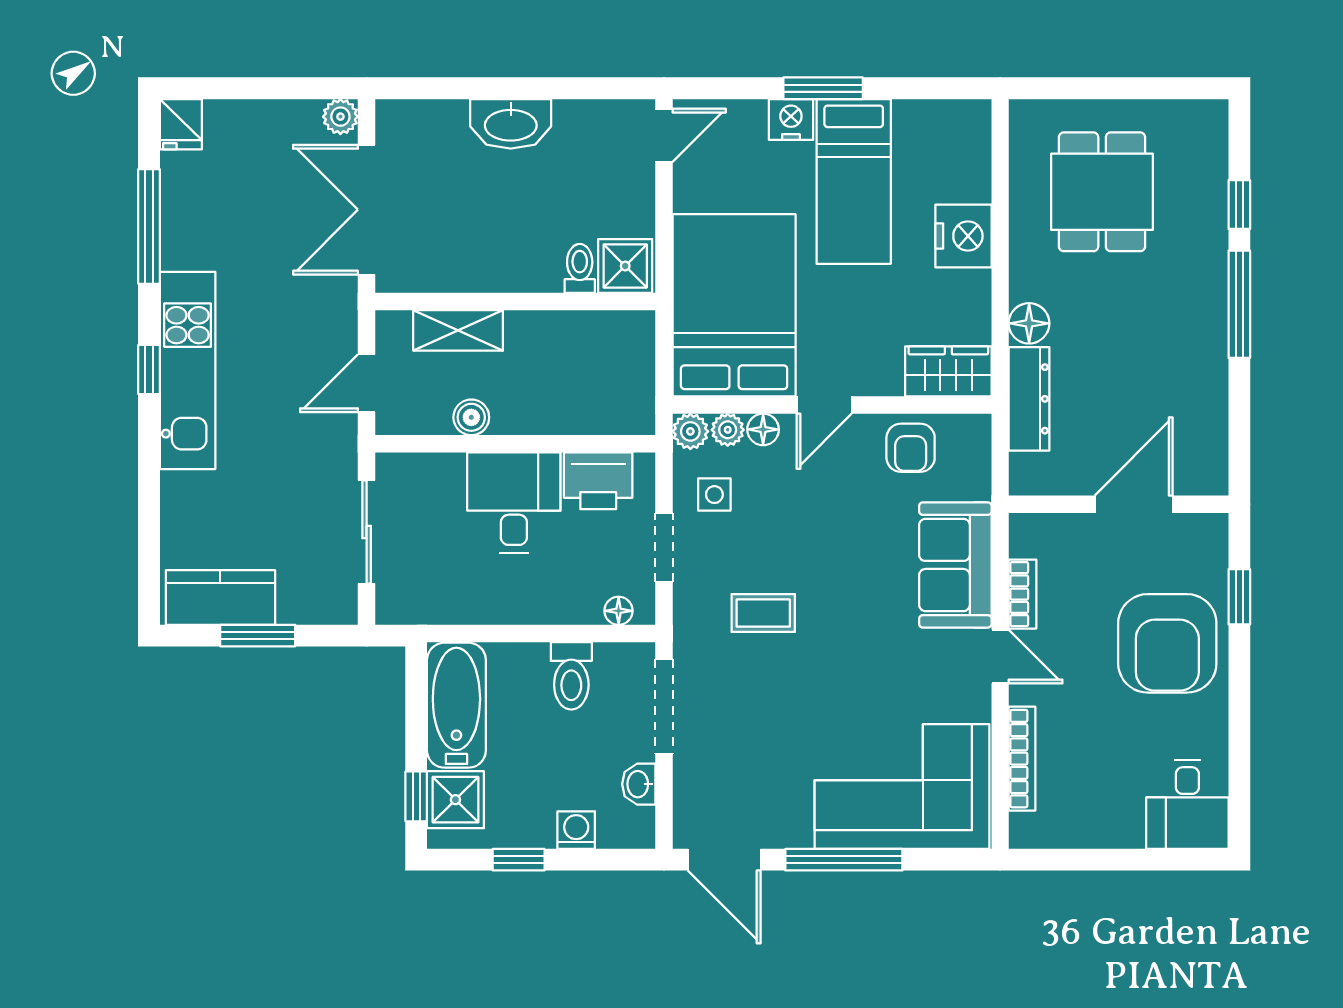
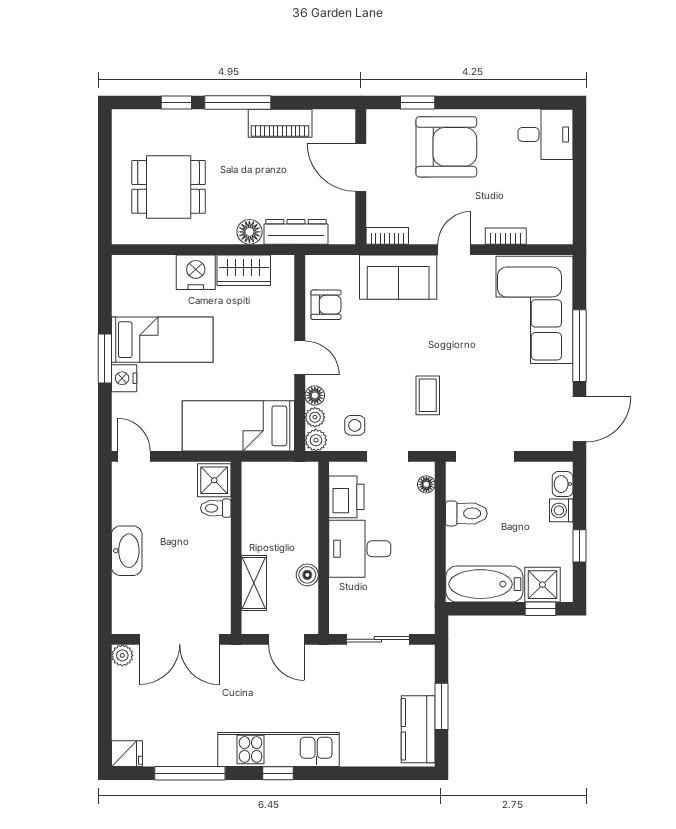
bed: (734, 305) -> (238, 426), width x0.67
wardrobe: (948, 371) -> (244, 270), moved, turned -90
piano: (1205, 373) -> (280, 123), added
bookcase: (1023, 594) -> (387, 236), moved
bookcase: (1022, 759) -> (506, 236), width x0.64
washbasin: (639, 784) -> (563, 484), moved, turned 90

